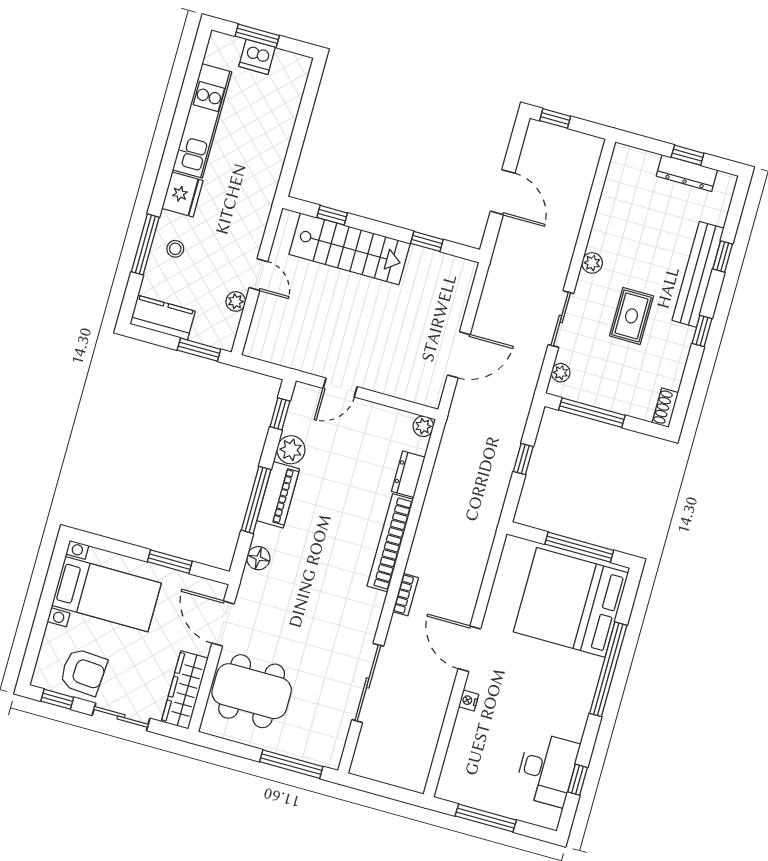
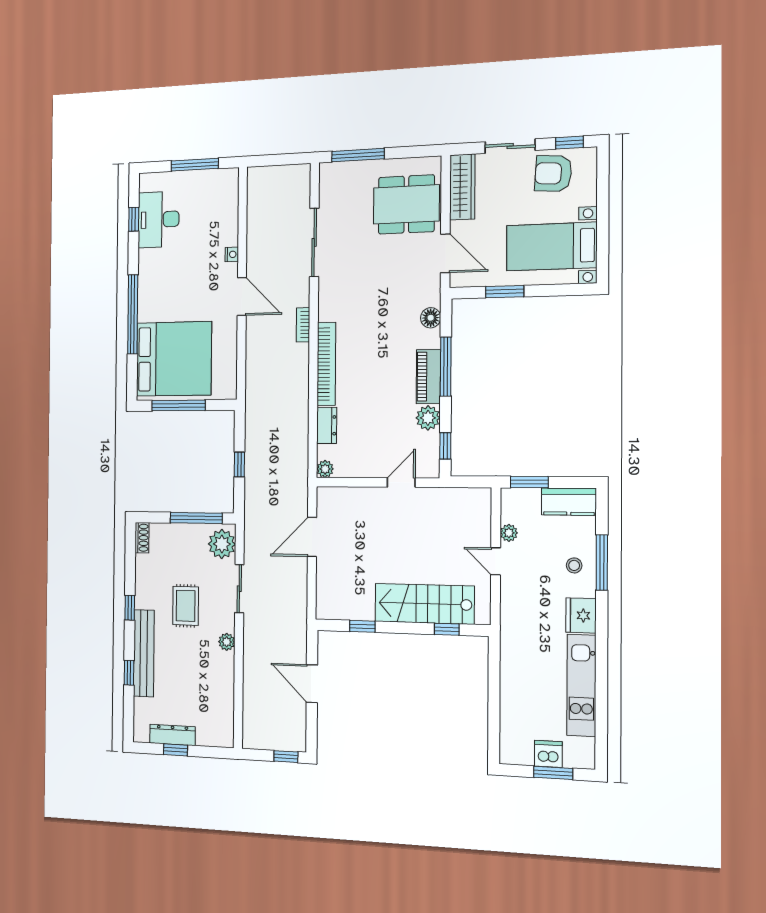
plant: (561, 373) -> (222, 544), width x1.87, depth x1.87

